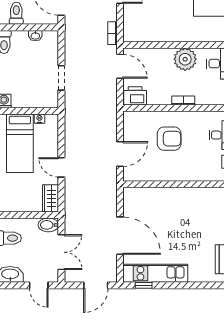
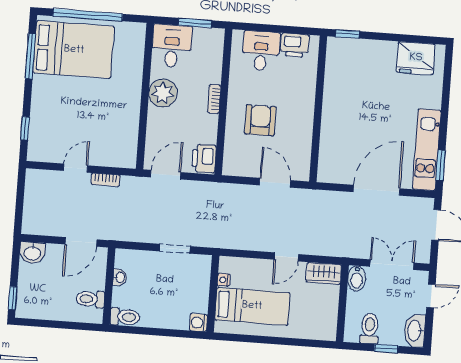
bookcase: (113, 33) -> (106, 180), moved
window: (144, 285) -> (441, 165), width x1.50

